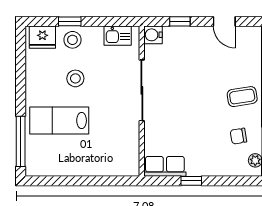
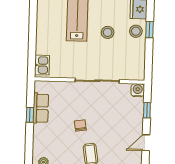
kitchen sink: (118, 36) -> (42, 65), moved, turned 180
chair: (238, 136) -> (80, 125), moved
row of seats: (165, 166) -> (41, 108), moved

